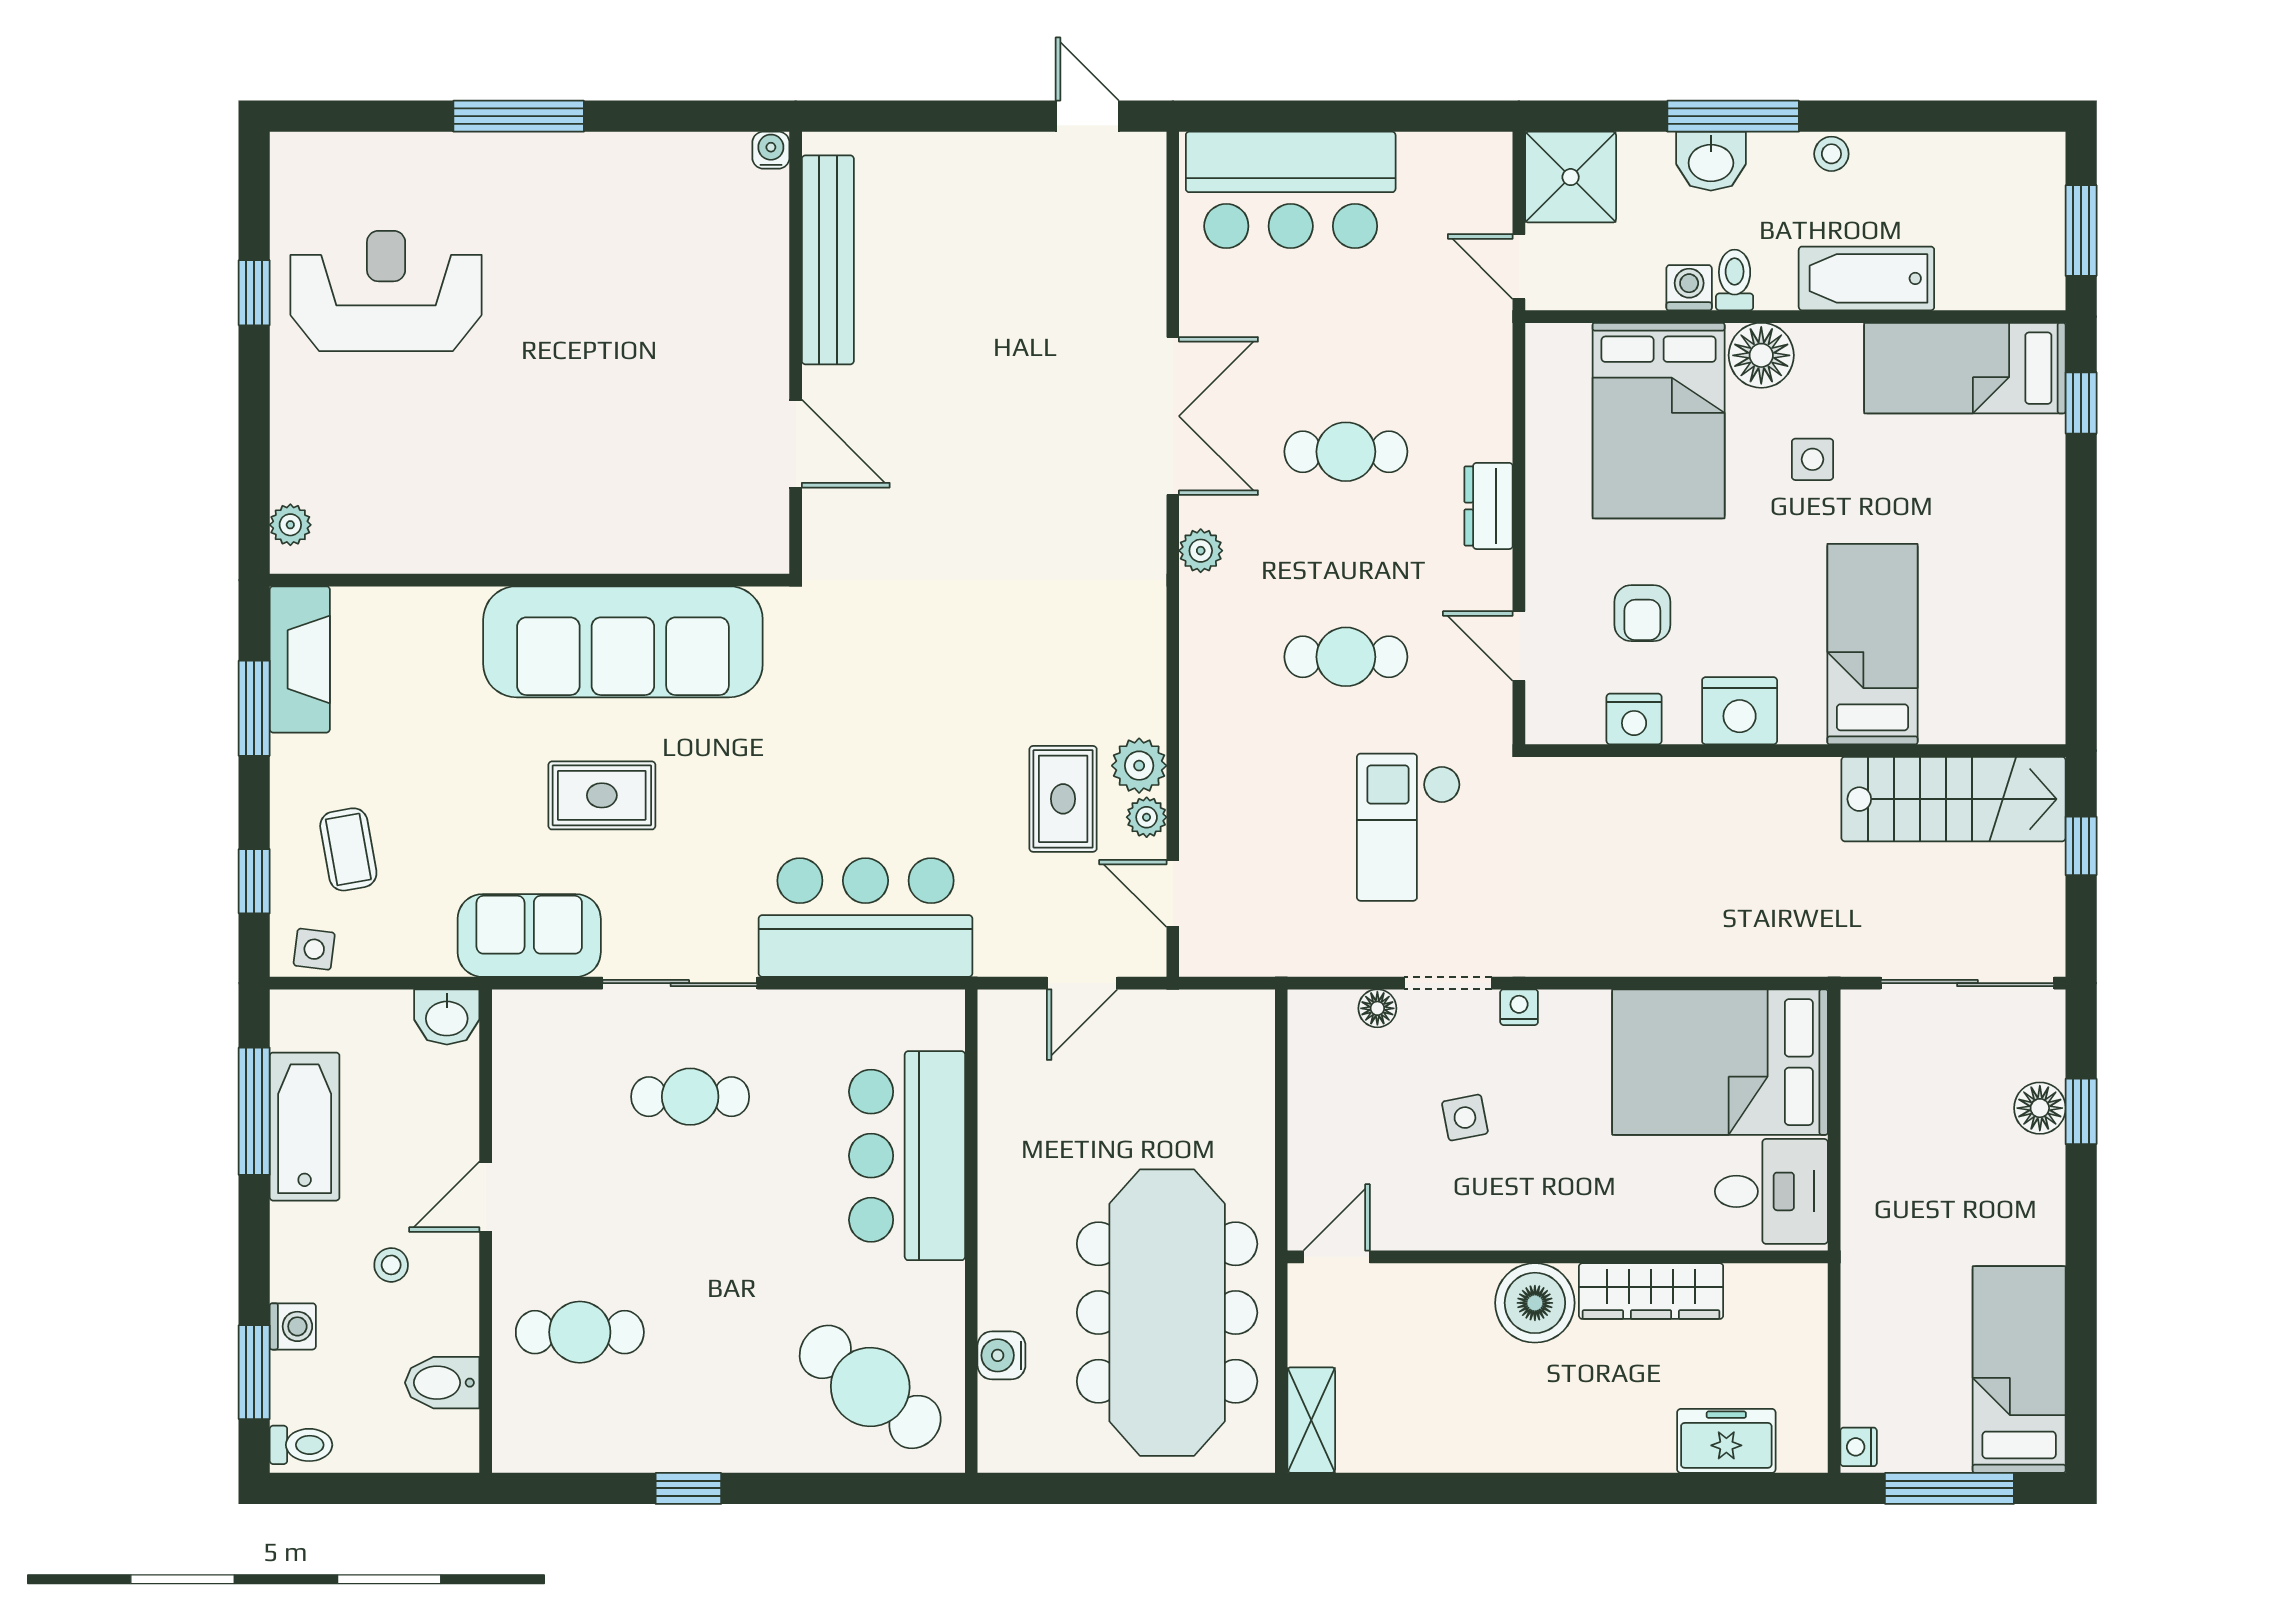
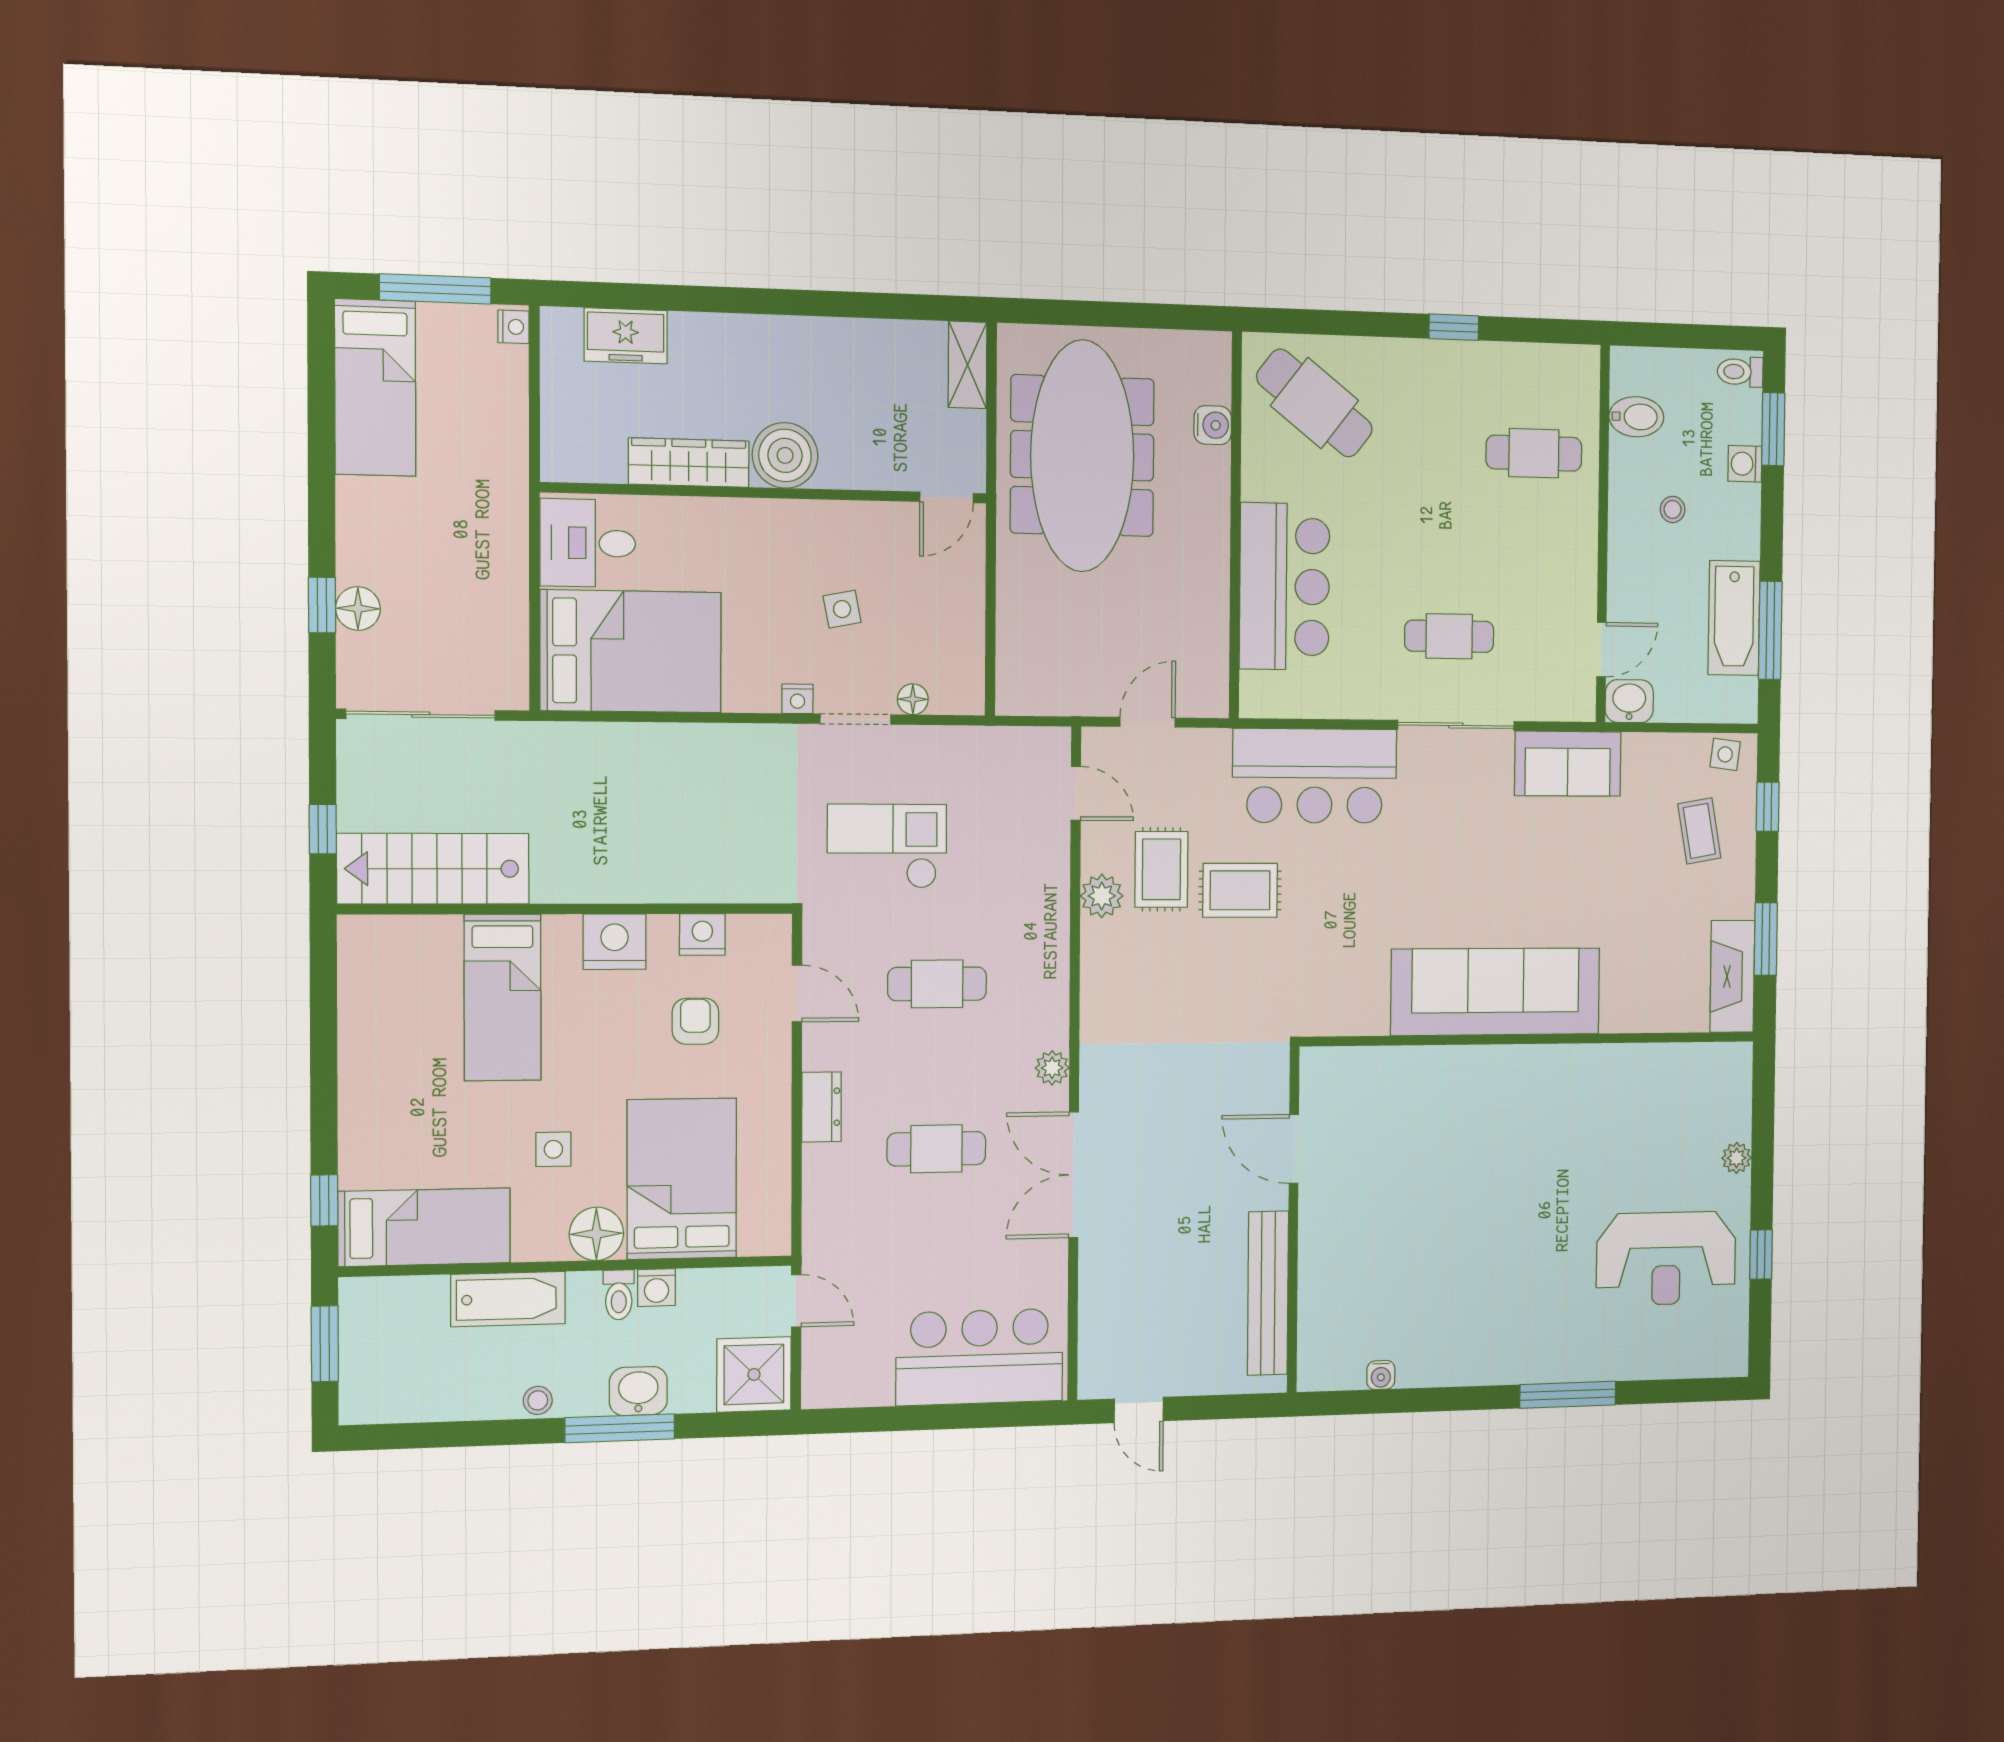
bench: (828, 260) -> (1268, 1293), moved
wall: (796, 353) -> (1293, 1220), moved
door: (796, 444) -> (1294, 1149), moved
plant: (290, 525) -> (1737, 1158), moved
rug: (602, 795) -> (1240, 890), moved
plant: (1147, 817) -> (1096, 855), removed
checkout: (1409, 827) -> (887, 846), turned -90
door: (486, 1197) -> (1601, 650), moved

